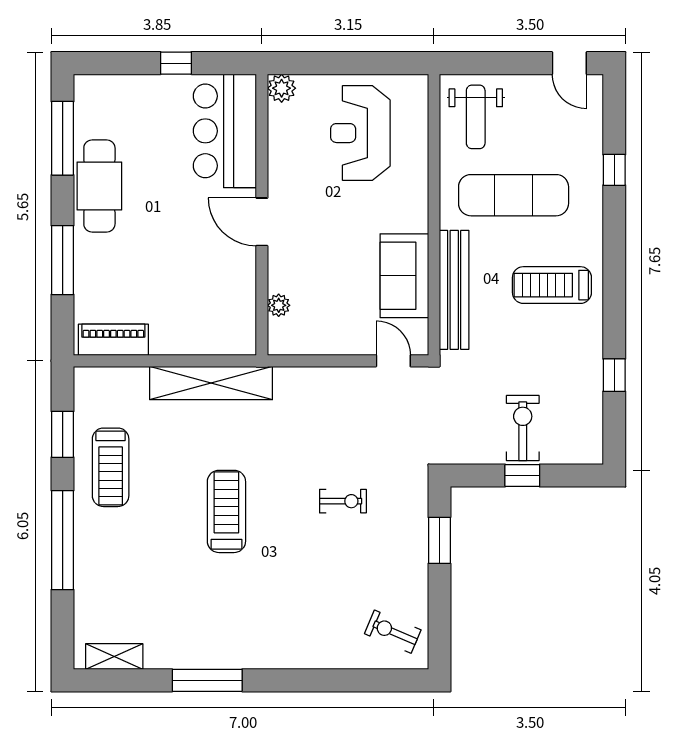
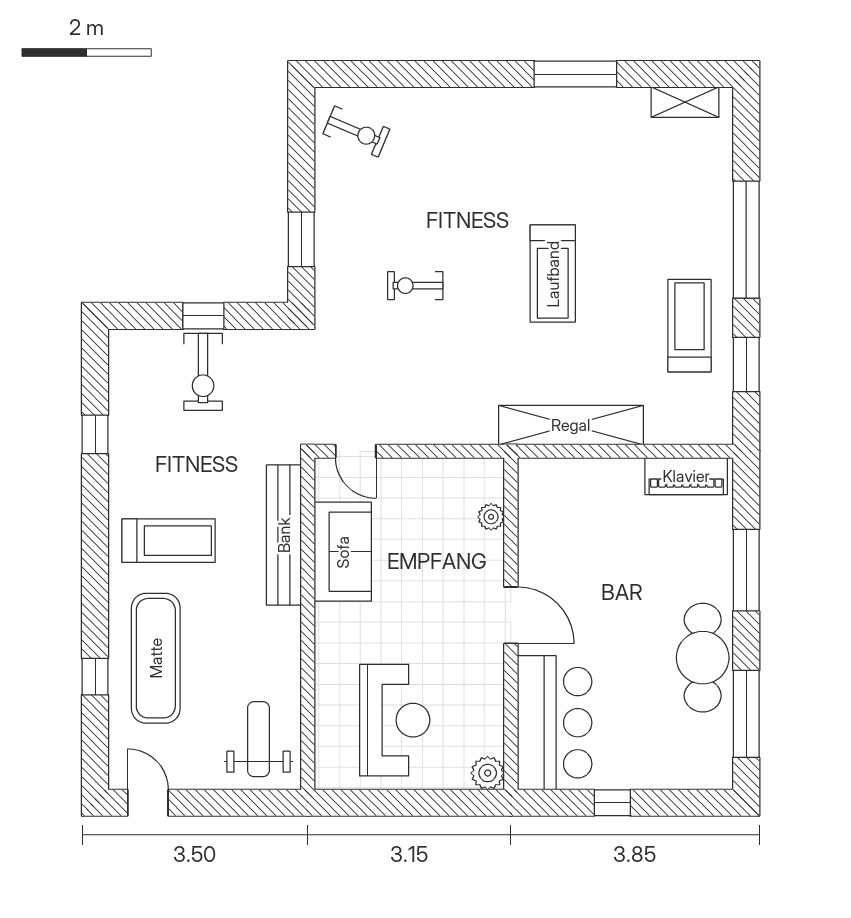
exercise mat: (514, 195) -> (156, 658), moved, turned 90

